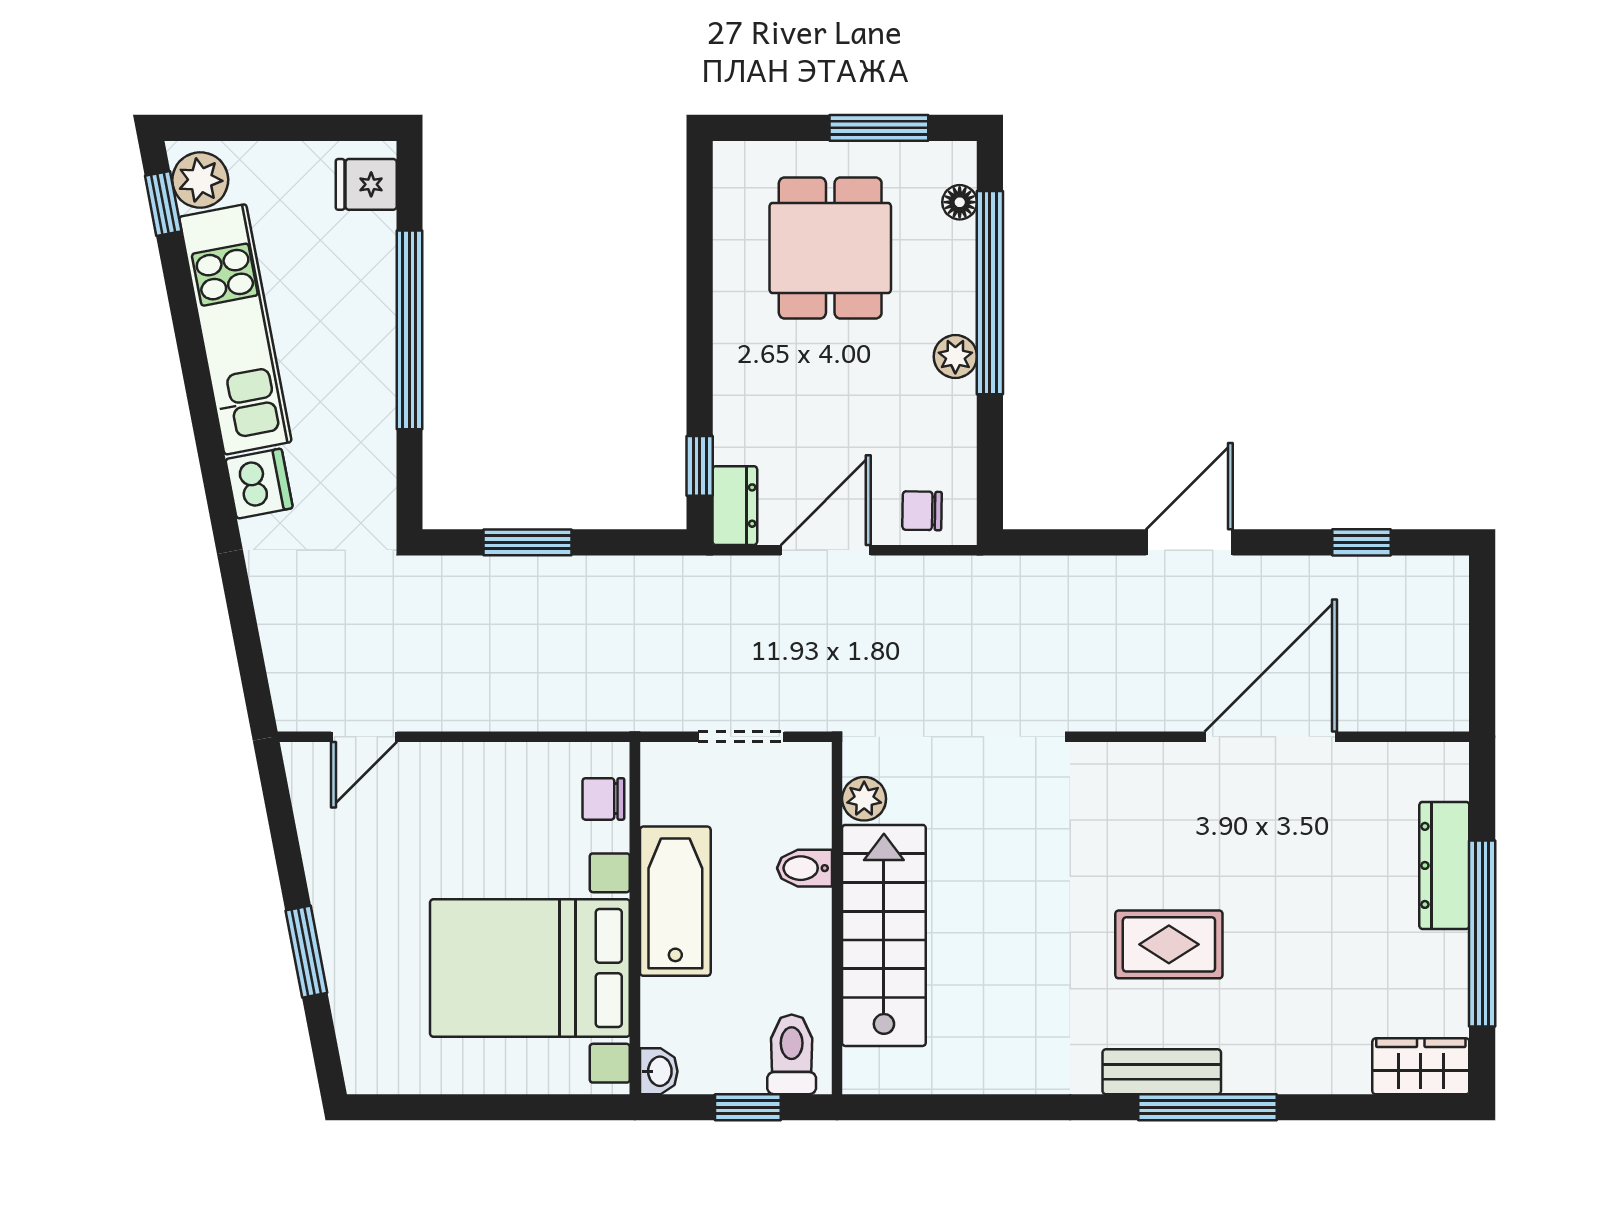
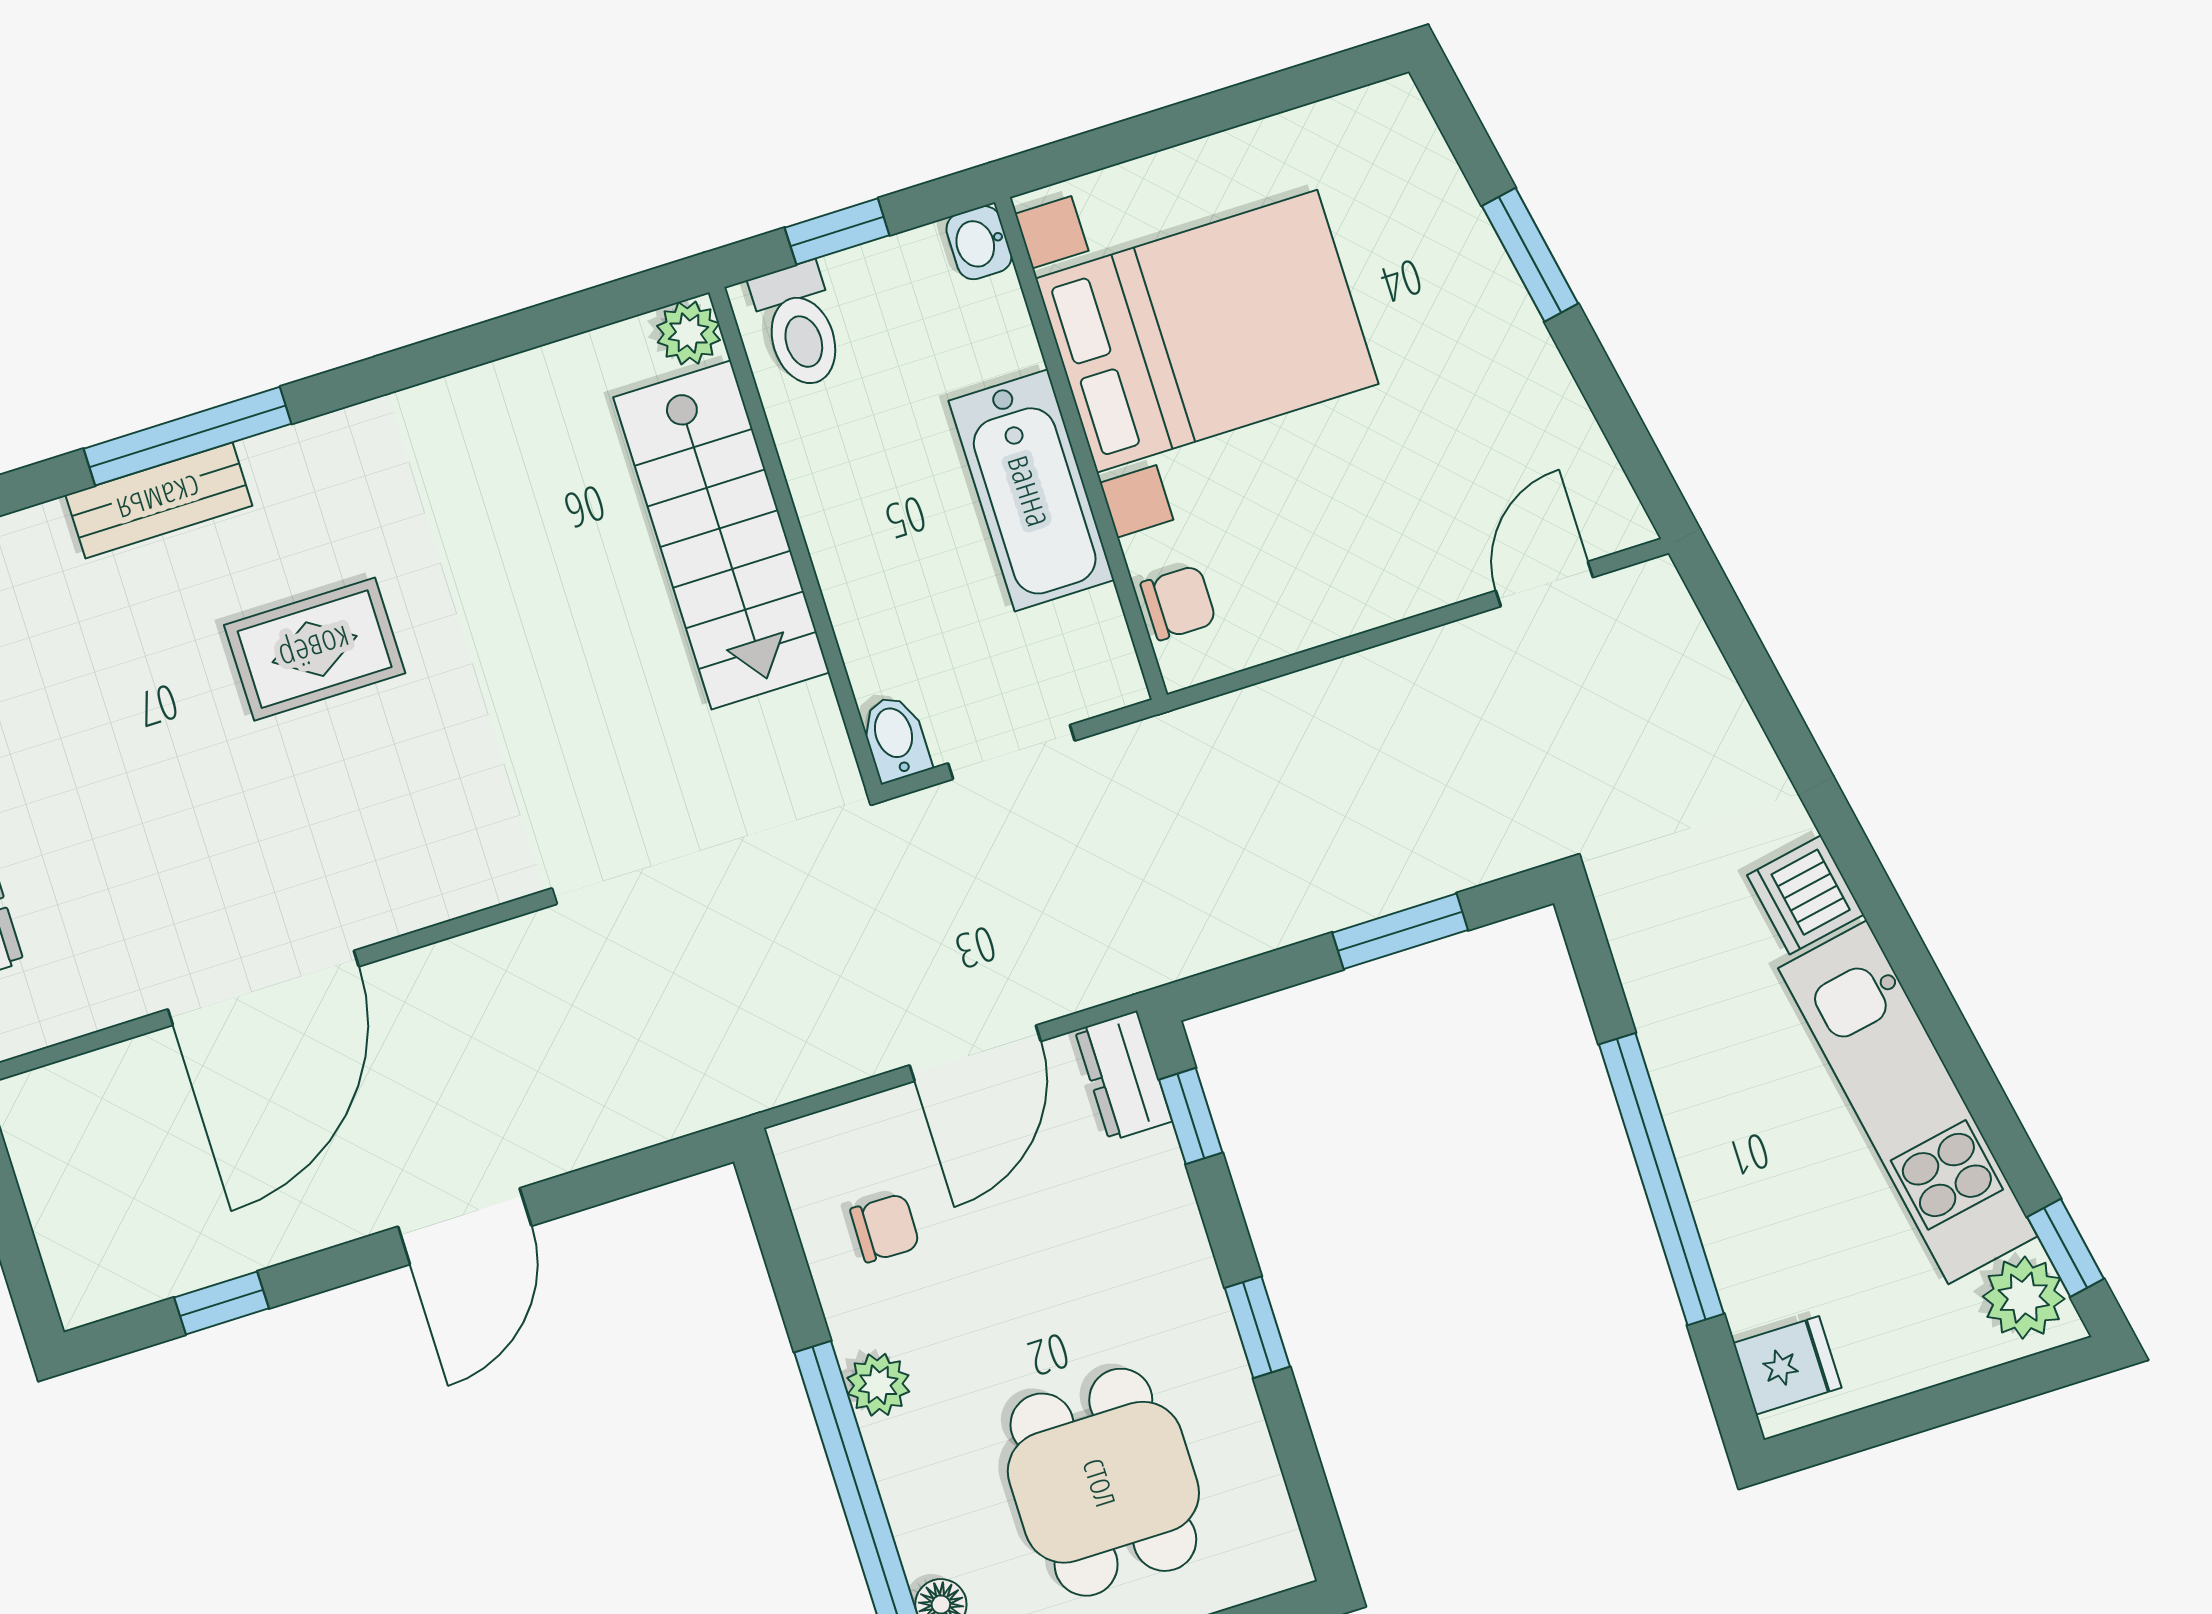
window: (700, 316) -> (1257, 1327), added
chair: (922, 511) -> (885, 1228), moved
plant: (864, 799) -> (688, 333), moved
bidet: (805, 868) -> (895, 738), moved, turned -90
bench: (1162, 1072) -> (159, 500), moved

